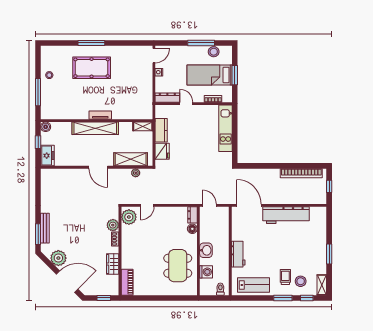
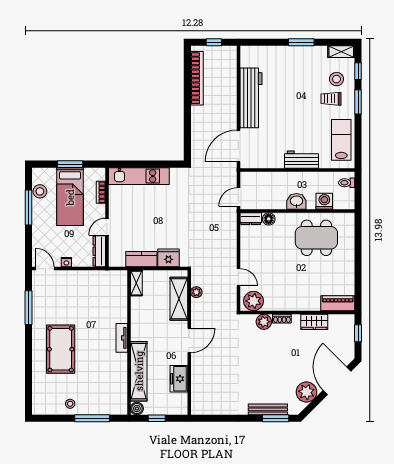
window: (91, 43) -> (29, 308), moved
shelving: (95, 128) -> (139, 371), moved
freezer: (47, 156) -> (179, 379), moved, turned -90

